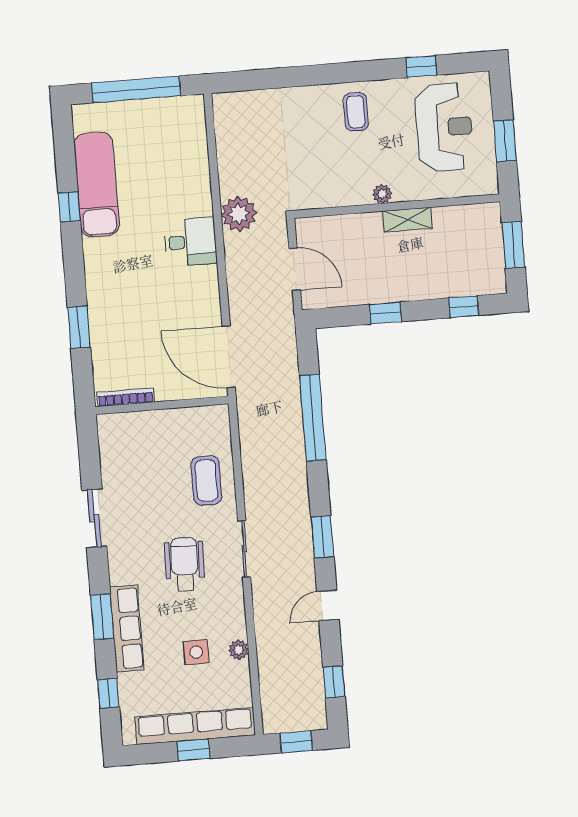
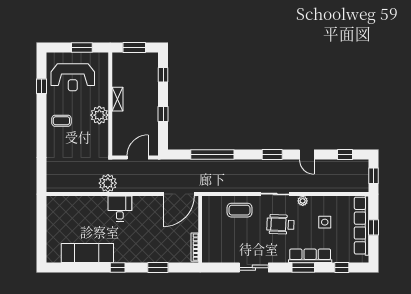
window: (136, 89) -> (42, 229), removed
reception desk: (444, 127) -> (73, 77), turned 180
plant: (382, 194) -> (99, 115), width x1.88, depth x1.88
window: (69, 207) -> (118, 268), moved
plant: (239, 650) -> (303, 201), moved

